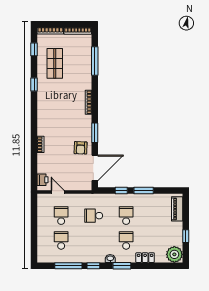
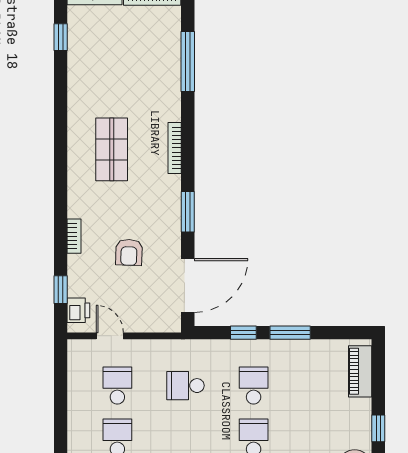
shop shelf: (55, 63) -> (112, 149), moved
window: (34, 84) -> (61, 290), moved
armchair: (81, 148) -> (129, 252), moved

